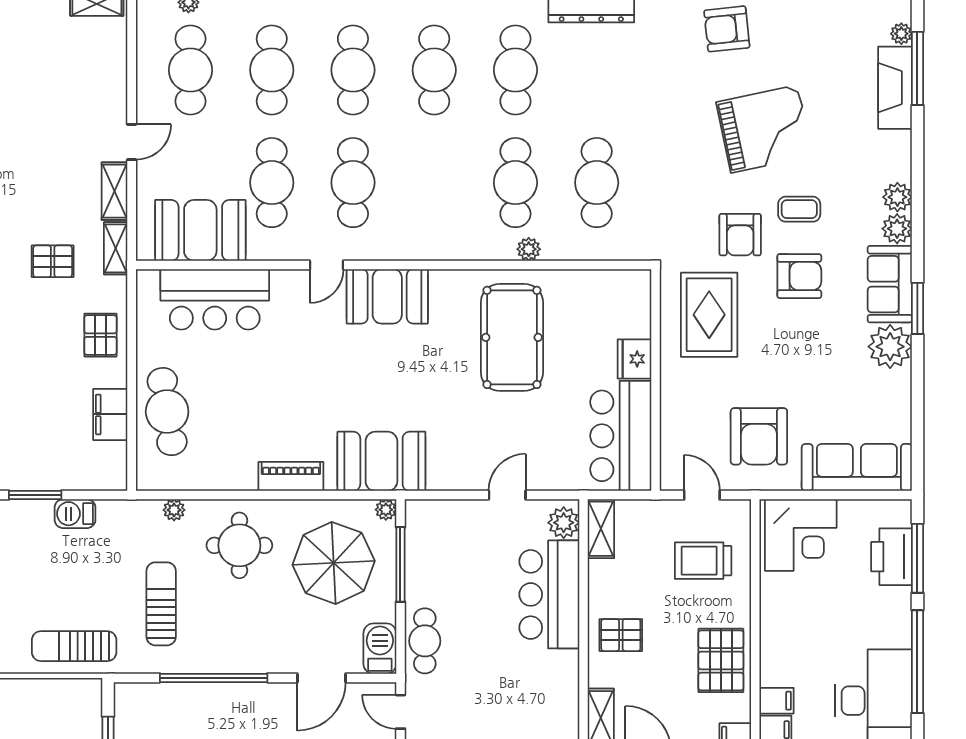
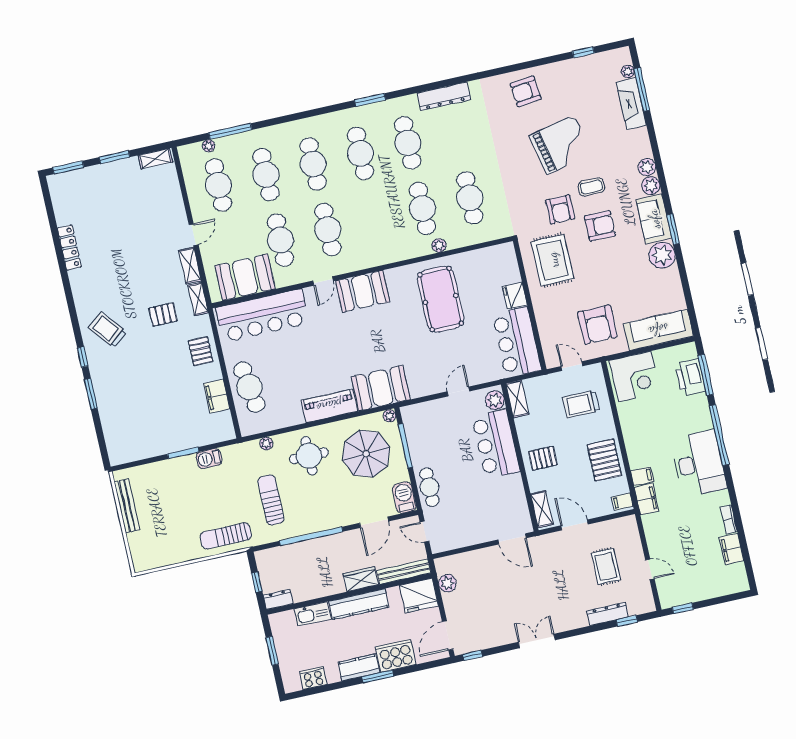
bar counter: (215, 299) -> (262, 316), width x1.36
piano: (291, 476) -> (329, 406), width x1.37, depth x1.33

